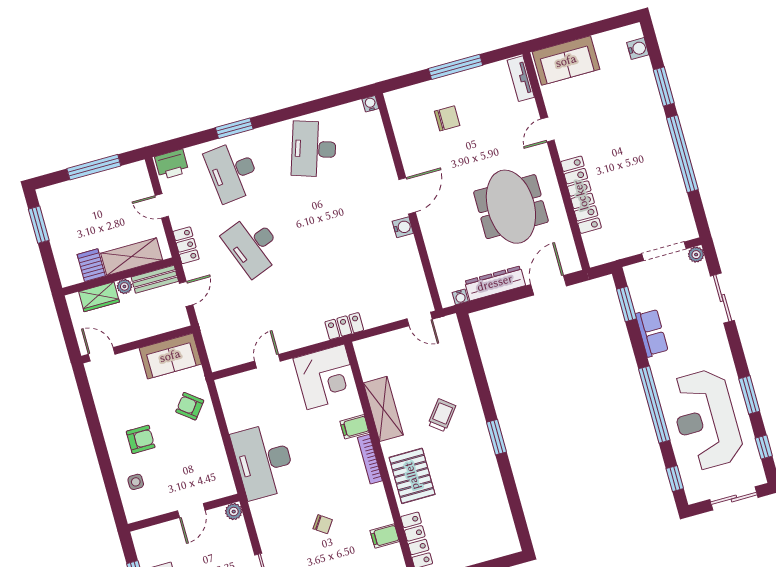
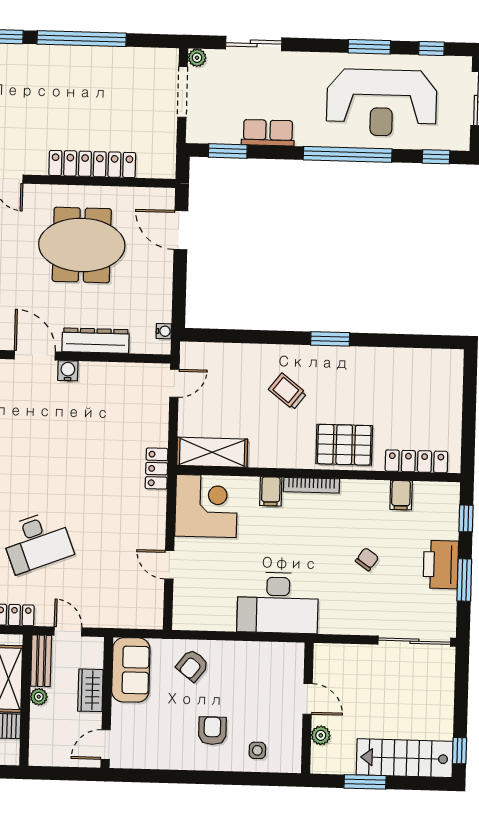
dresser: (495, 283) -> (96, 341), moved, turned 90
wardrobe: (99, 297) -> (90, 690), moved, turned 180
shelving: (383, 409) -> (212, 452), moved
plant: (234, 512) -> (321, 735), moved

